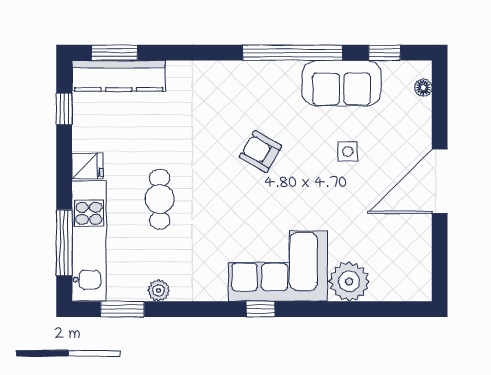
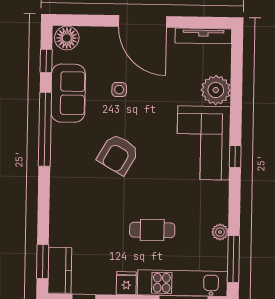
kitchen counter: (119, 76) -> (60, 270), width x0.67
floor lamp: (423, 88) -> (67, 38), width x1.89, depth x1.89
armchair: (260, 152) -> (118, 154), width x1.38, depth x1.38
tv unit: (422, 264) -> (203, 36), added
window: (122, 309) -> (233, 259), width x1.44

